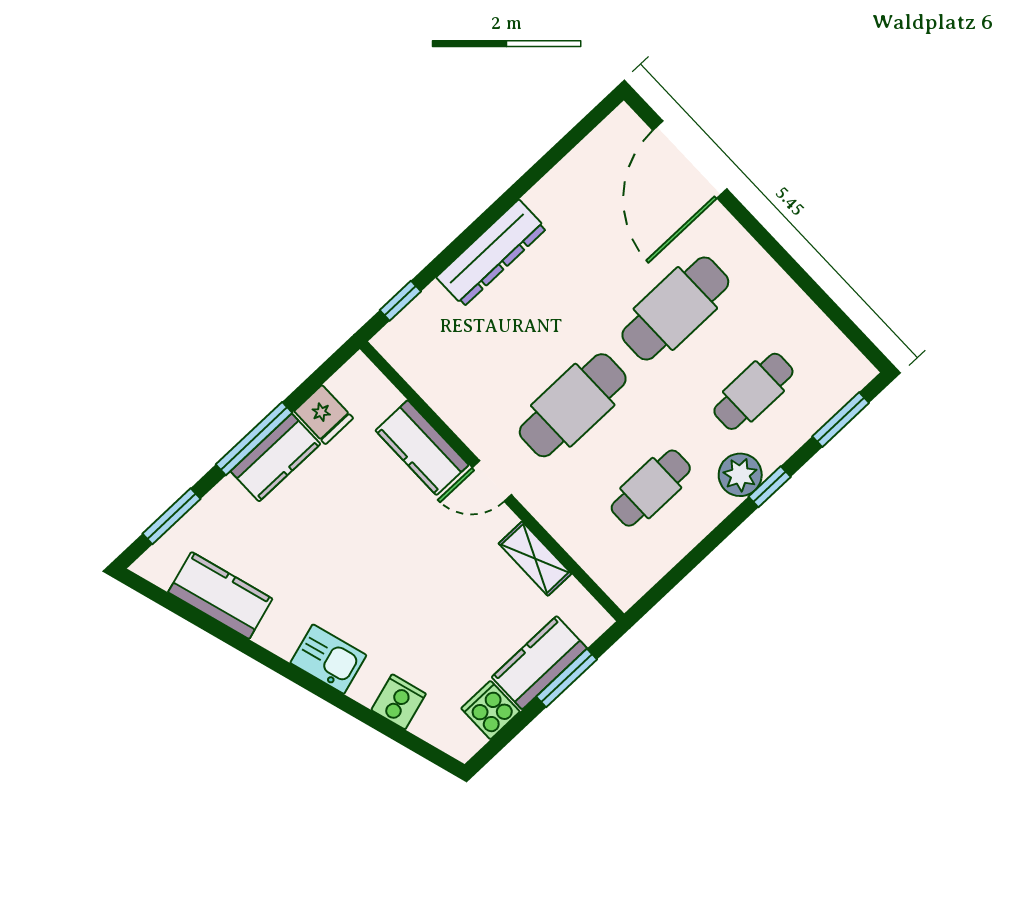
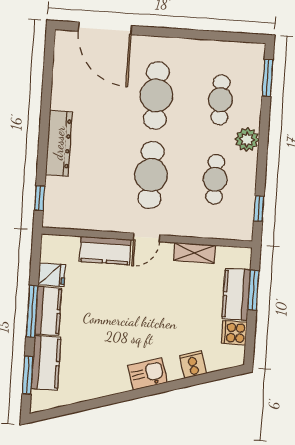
window: (770, 487) -> (259, 209), moved
kitchen counter: (220, 595) -> (46, 363), moved, turned 107

